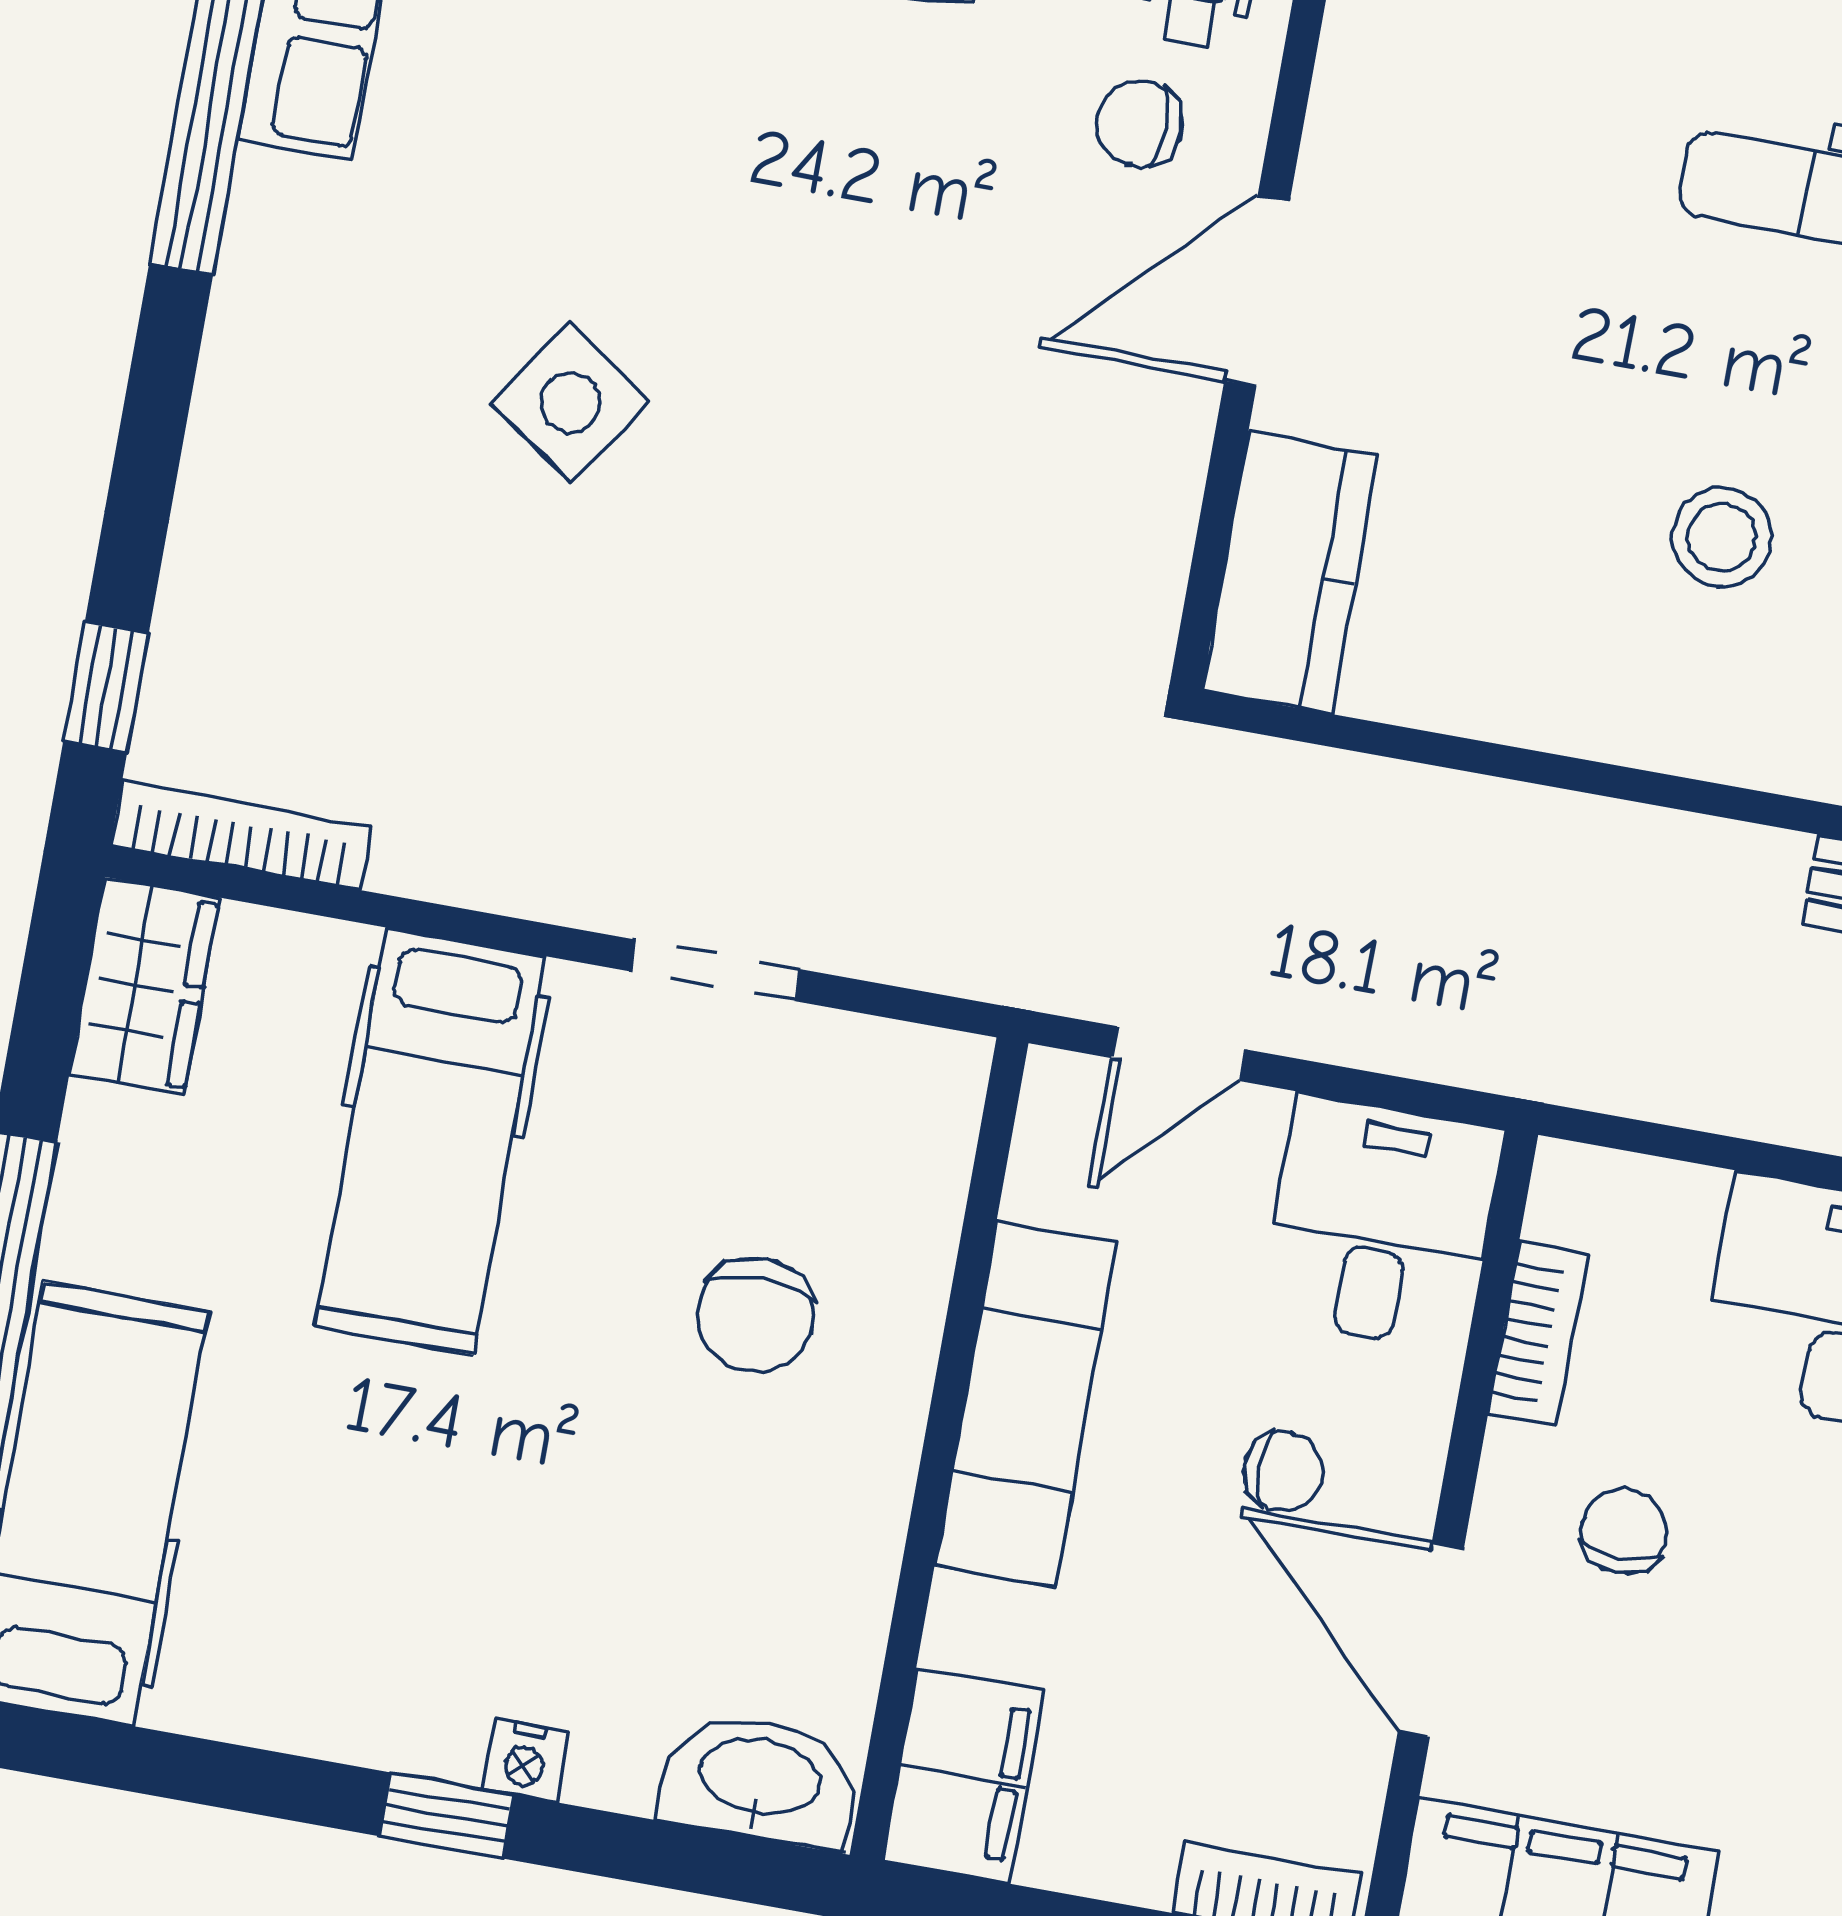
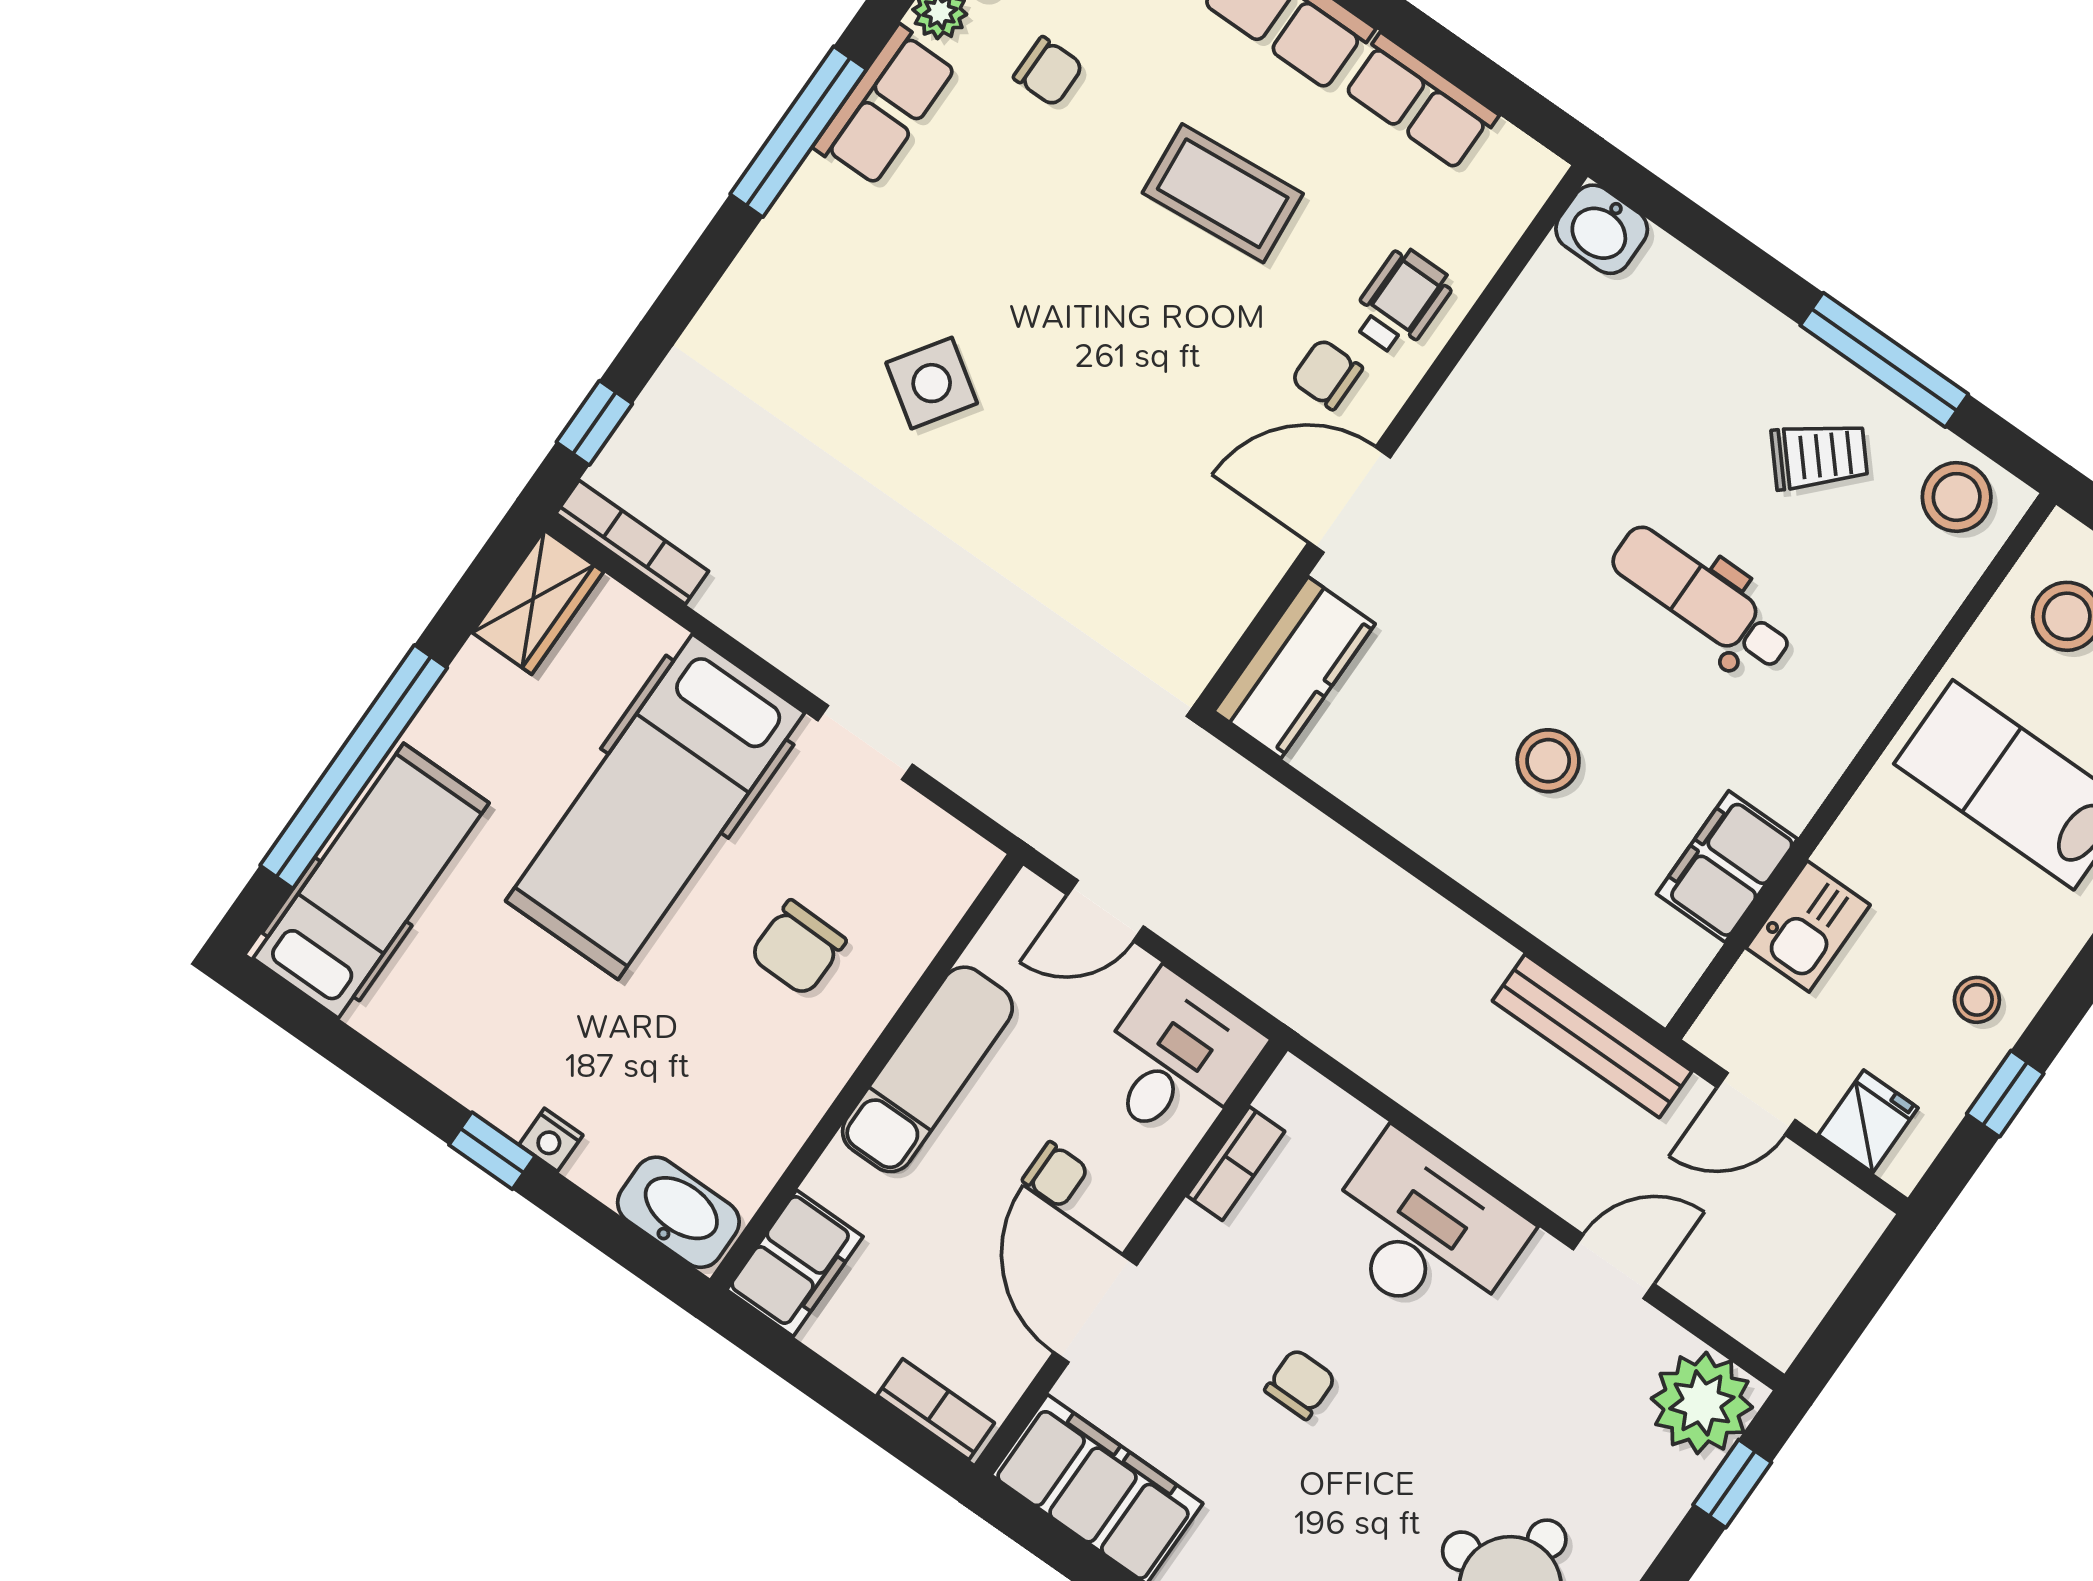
hospital bed: (430, 1141) -> (655, 807), width x1.37, depth x1.29
chair: (1624, 1531) -> (1300, 1384), moved

